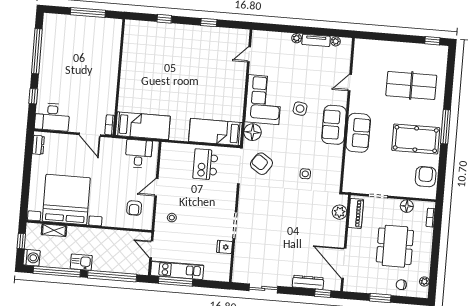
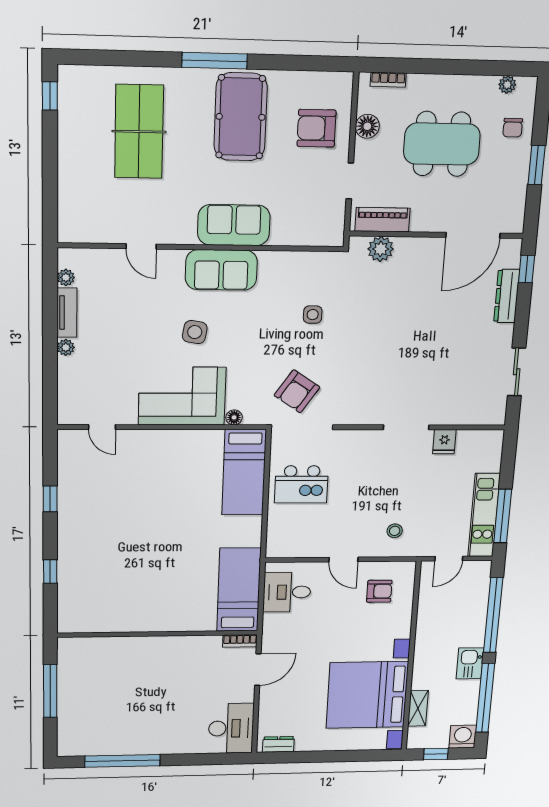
window: (33, 96) -> (198, 759), removed
floor lamp: (253, 132) -> (234, 417), width x0.53, depth x0.53
armchair: (426, 177) -> (317, 128), moved

